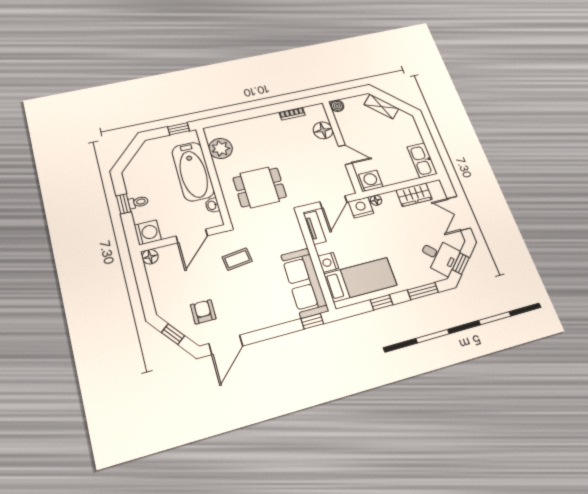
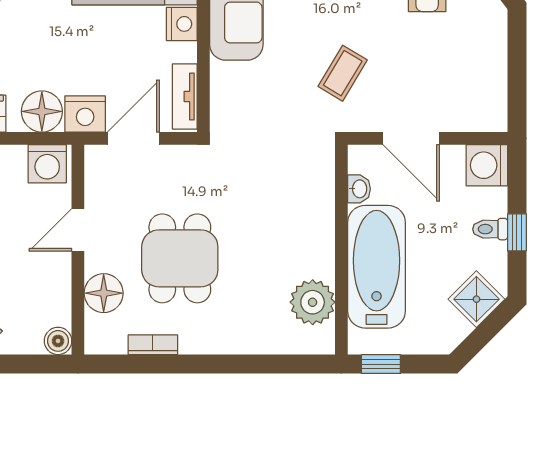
door: (345, 155) -> (78, 230), hinge flipped
shower: (137, 168) -> (476, 299), added
dining table: (260, 187) -> (180, 258), moved, turned 90
floor lamp: (376, 200) -> (42, 111), width x1.89, depth x1.89
door: (192, 236) -> (411, 138), swing flipped
floor lamp: (150, 257) -> (493, 118), removed
coffee table: (237, 259) -> (343, 73), turned -52

